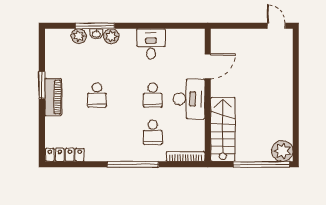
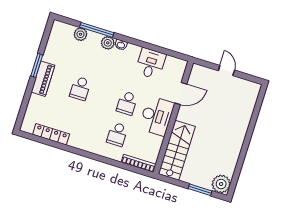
door: (276, 26) -> (226, 70), moved
washbasin: (96, 34) -> (121, 45), moved
desk: (151, 44) -> (151, 64), moved
locker: (65, 155) -> (51, 134), moved
window: (133, 164) -> (92, 156), removed
window: (261, 164) -> (200, 190), width x0.47

